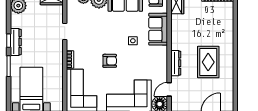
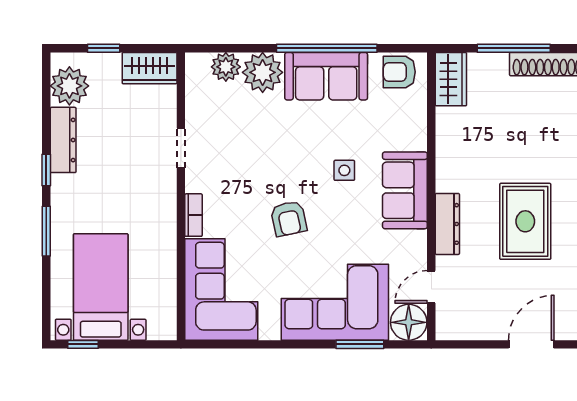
sofa: (158, 29) -> (405, 190), moved
dresser: (16, 42) -> (63, 140), moved
armchair: (110, 61) -> (289, 218), turned 78

